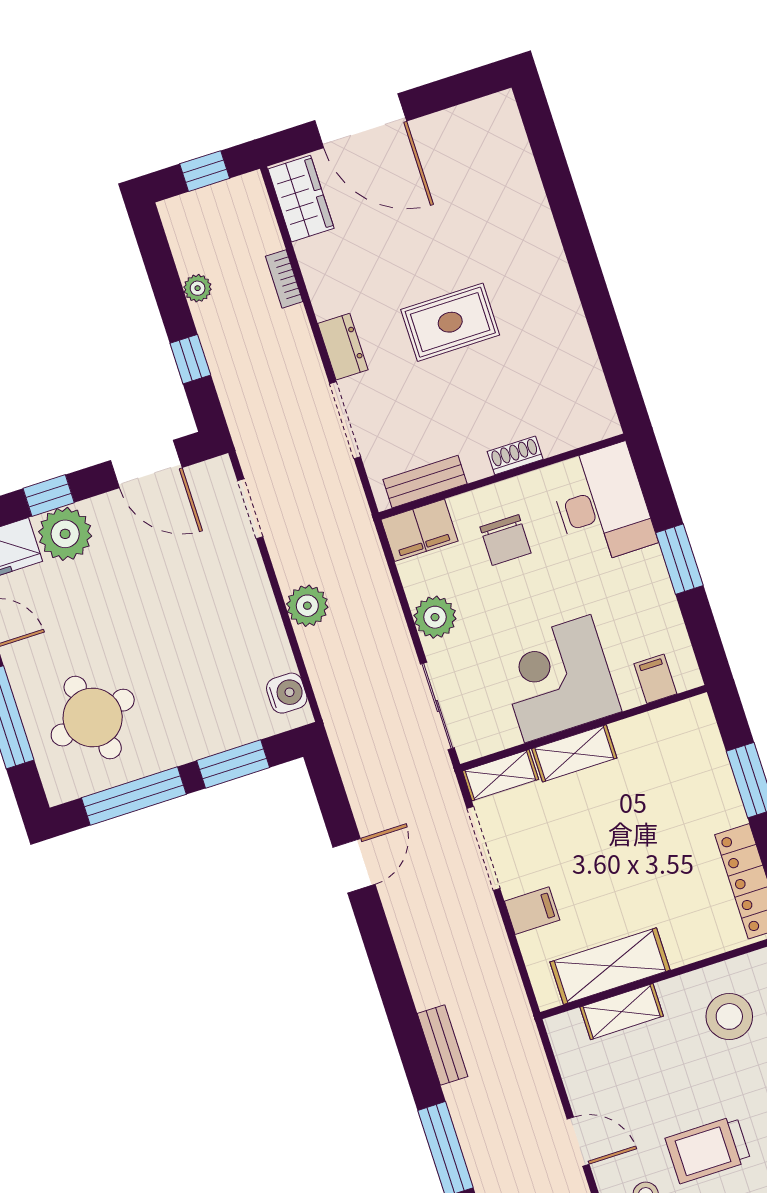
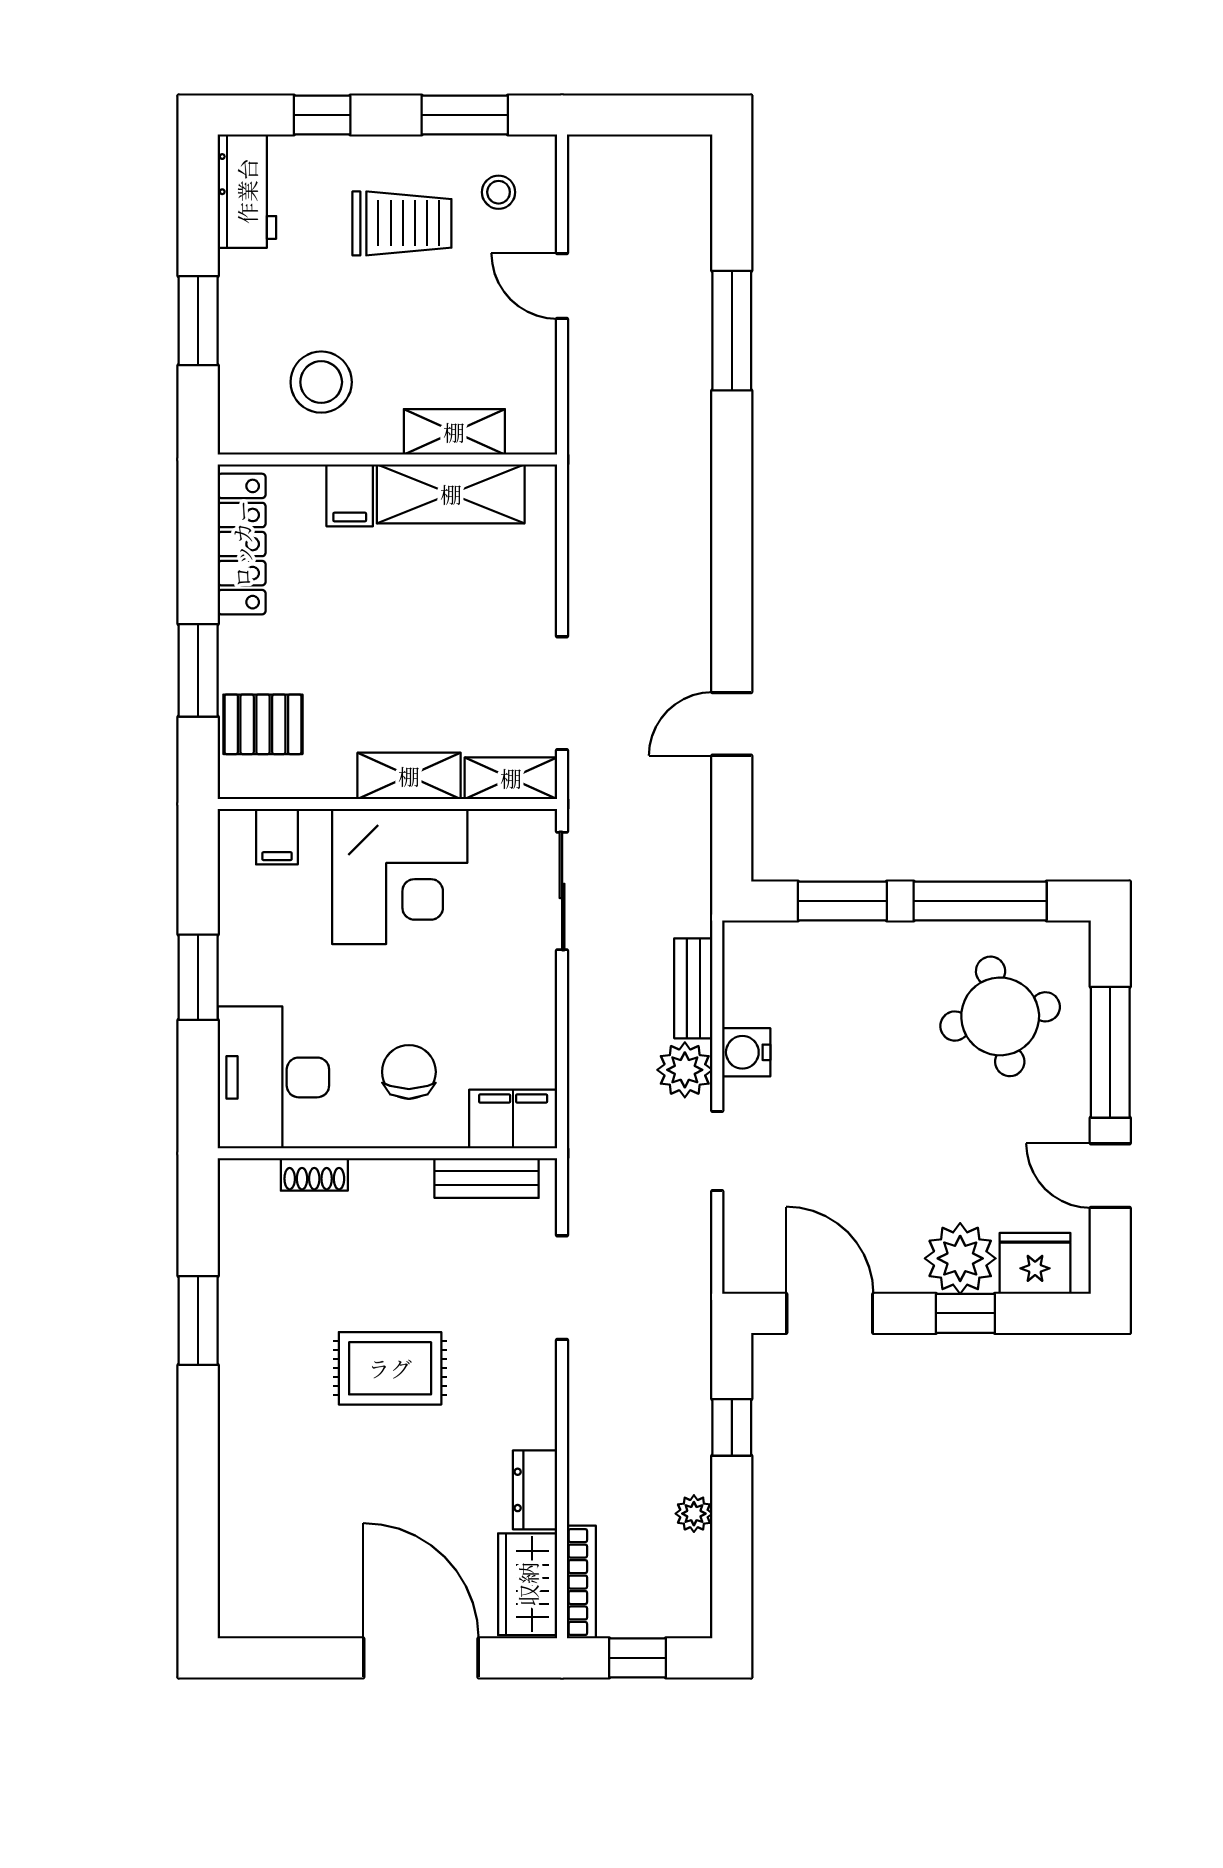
bookcase: (284, 279) -> (581, 1582), moved, width x1.56
window: (600, 312) -> (198, 1320), added
dresser: (343, 347) -> (535, 1490), moved
shoe rack: (515, 455) -> (314, 1174), moved
doorway: (250, 509) -> (717, 1151), moved
plant: (435, 617) -> (529, 1004), removed
water cooler: (287, 693) -> (746, 1052), moved
pallet: (692, 756) -> (263, 724), added
filing cabinet: (532, 911) -> (350, 495), moved, turned -90
bench: (442, 1045) -> (693, 988), moved

